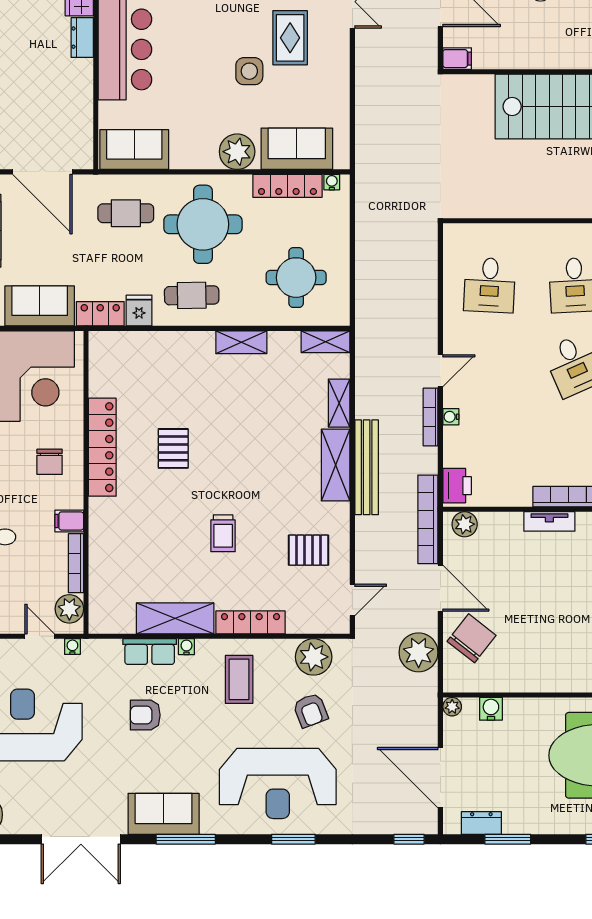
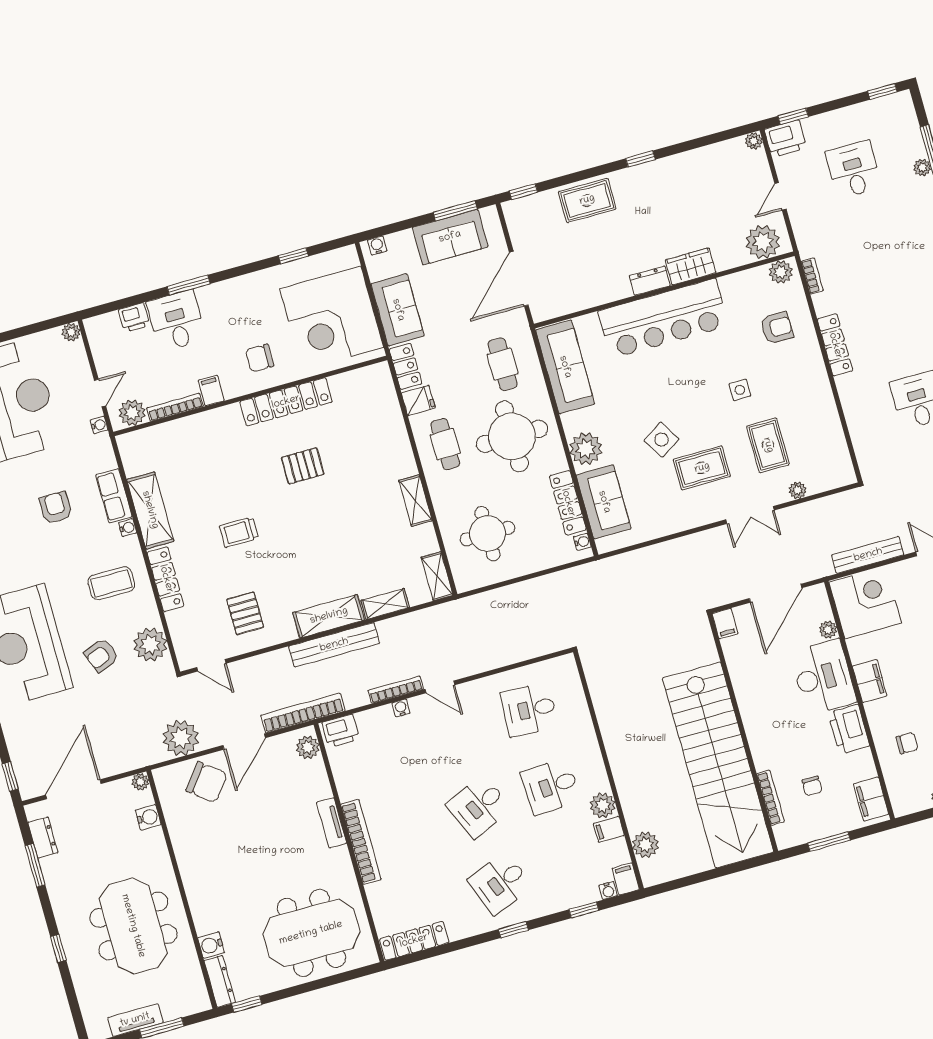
side table: (249, 71) -> (661, 440), turned -32
sofa: (134, 150) -> (565, 367), width x1.36

